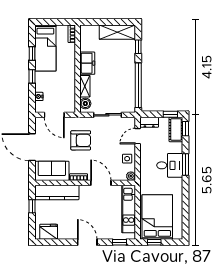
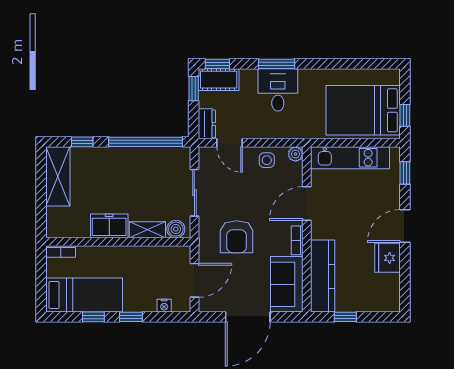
armchair: (81, 140) -> (237, 237), turned 180
fridge: (49, 232) -> (387, 258), moved

